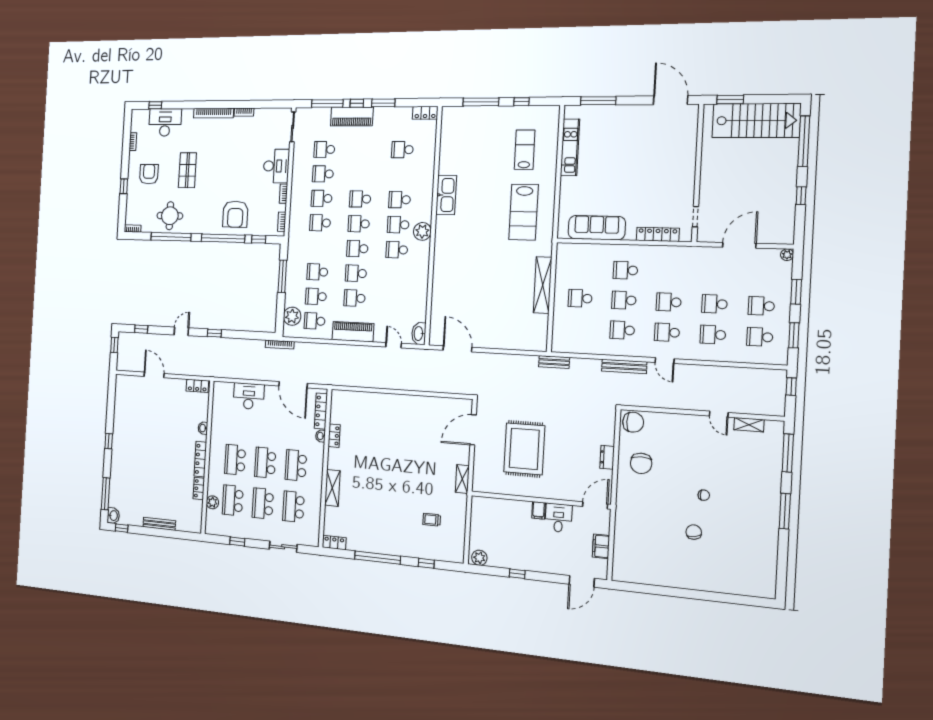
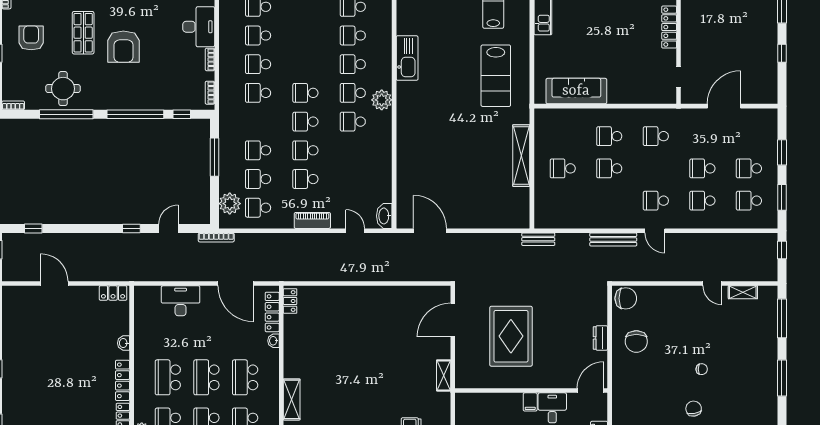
school desk: (360, 199) -> (353, 36), moved
armchair: (235, 214) -> (123, 47), moved
locker: (658, 234) -> (669, 27), moved, turned -90
plant: (787, 255) -> (771, 114), removed
school desk: (669, 302) -> (656, 136), moved
school desk: (622, 330) -> (609, 201), removed
door: (181, 331) -> (168, 229), moved
piano: (353, 332) -> (312, 220), width x0.73, depth x0.75
locker: (334, 436) -> (290, 301), moved

